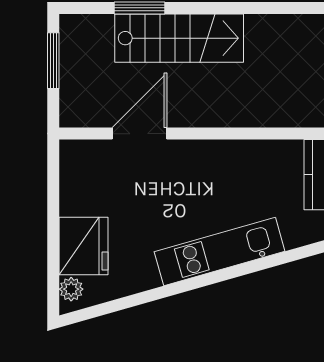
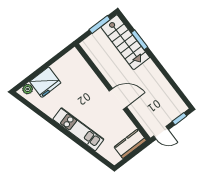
stairs: (179, 38) -> (125, 42), moved
door: (139, 134) -> (118, 99), moved

